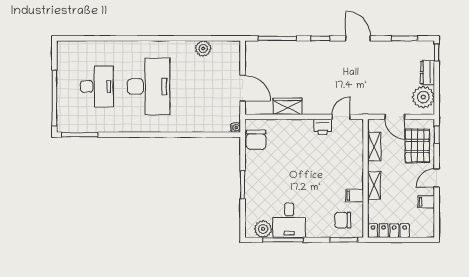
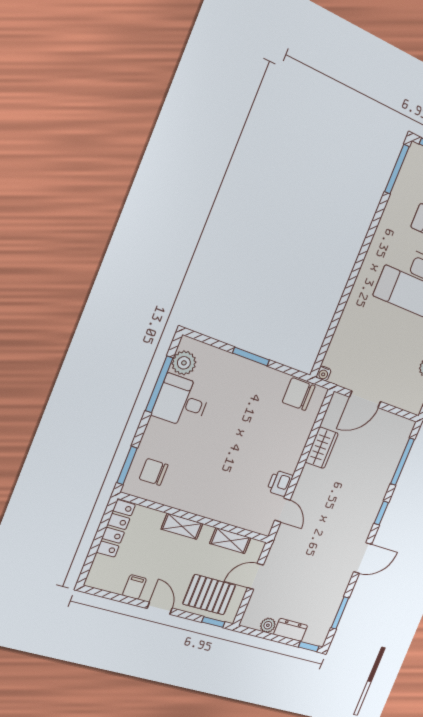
plant: (423, 97) -> (268, 625), width x0.53, depth x0.53
filing cabinet: (355, 196) -> (179, 497), removed
chair: (343, 220) -> (154, 472), turned -90

